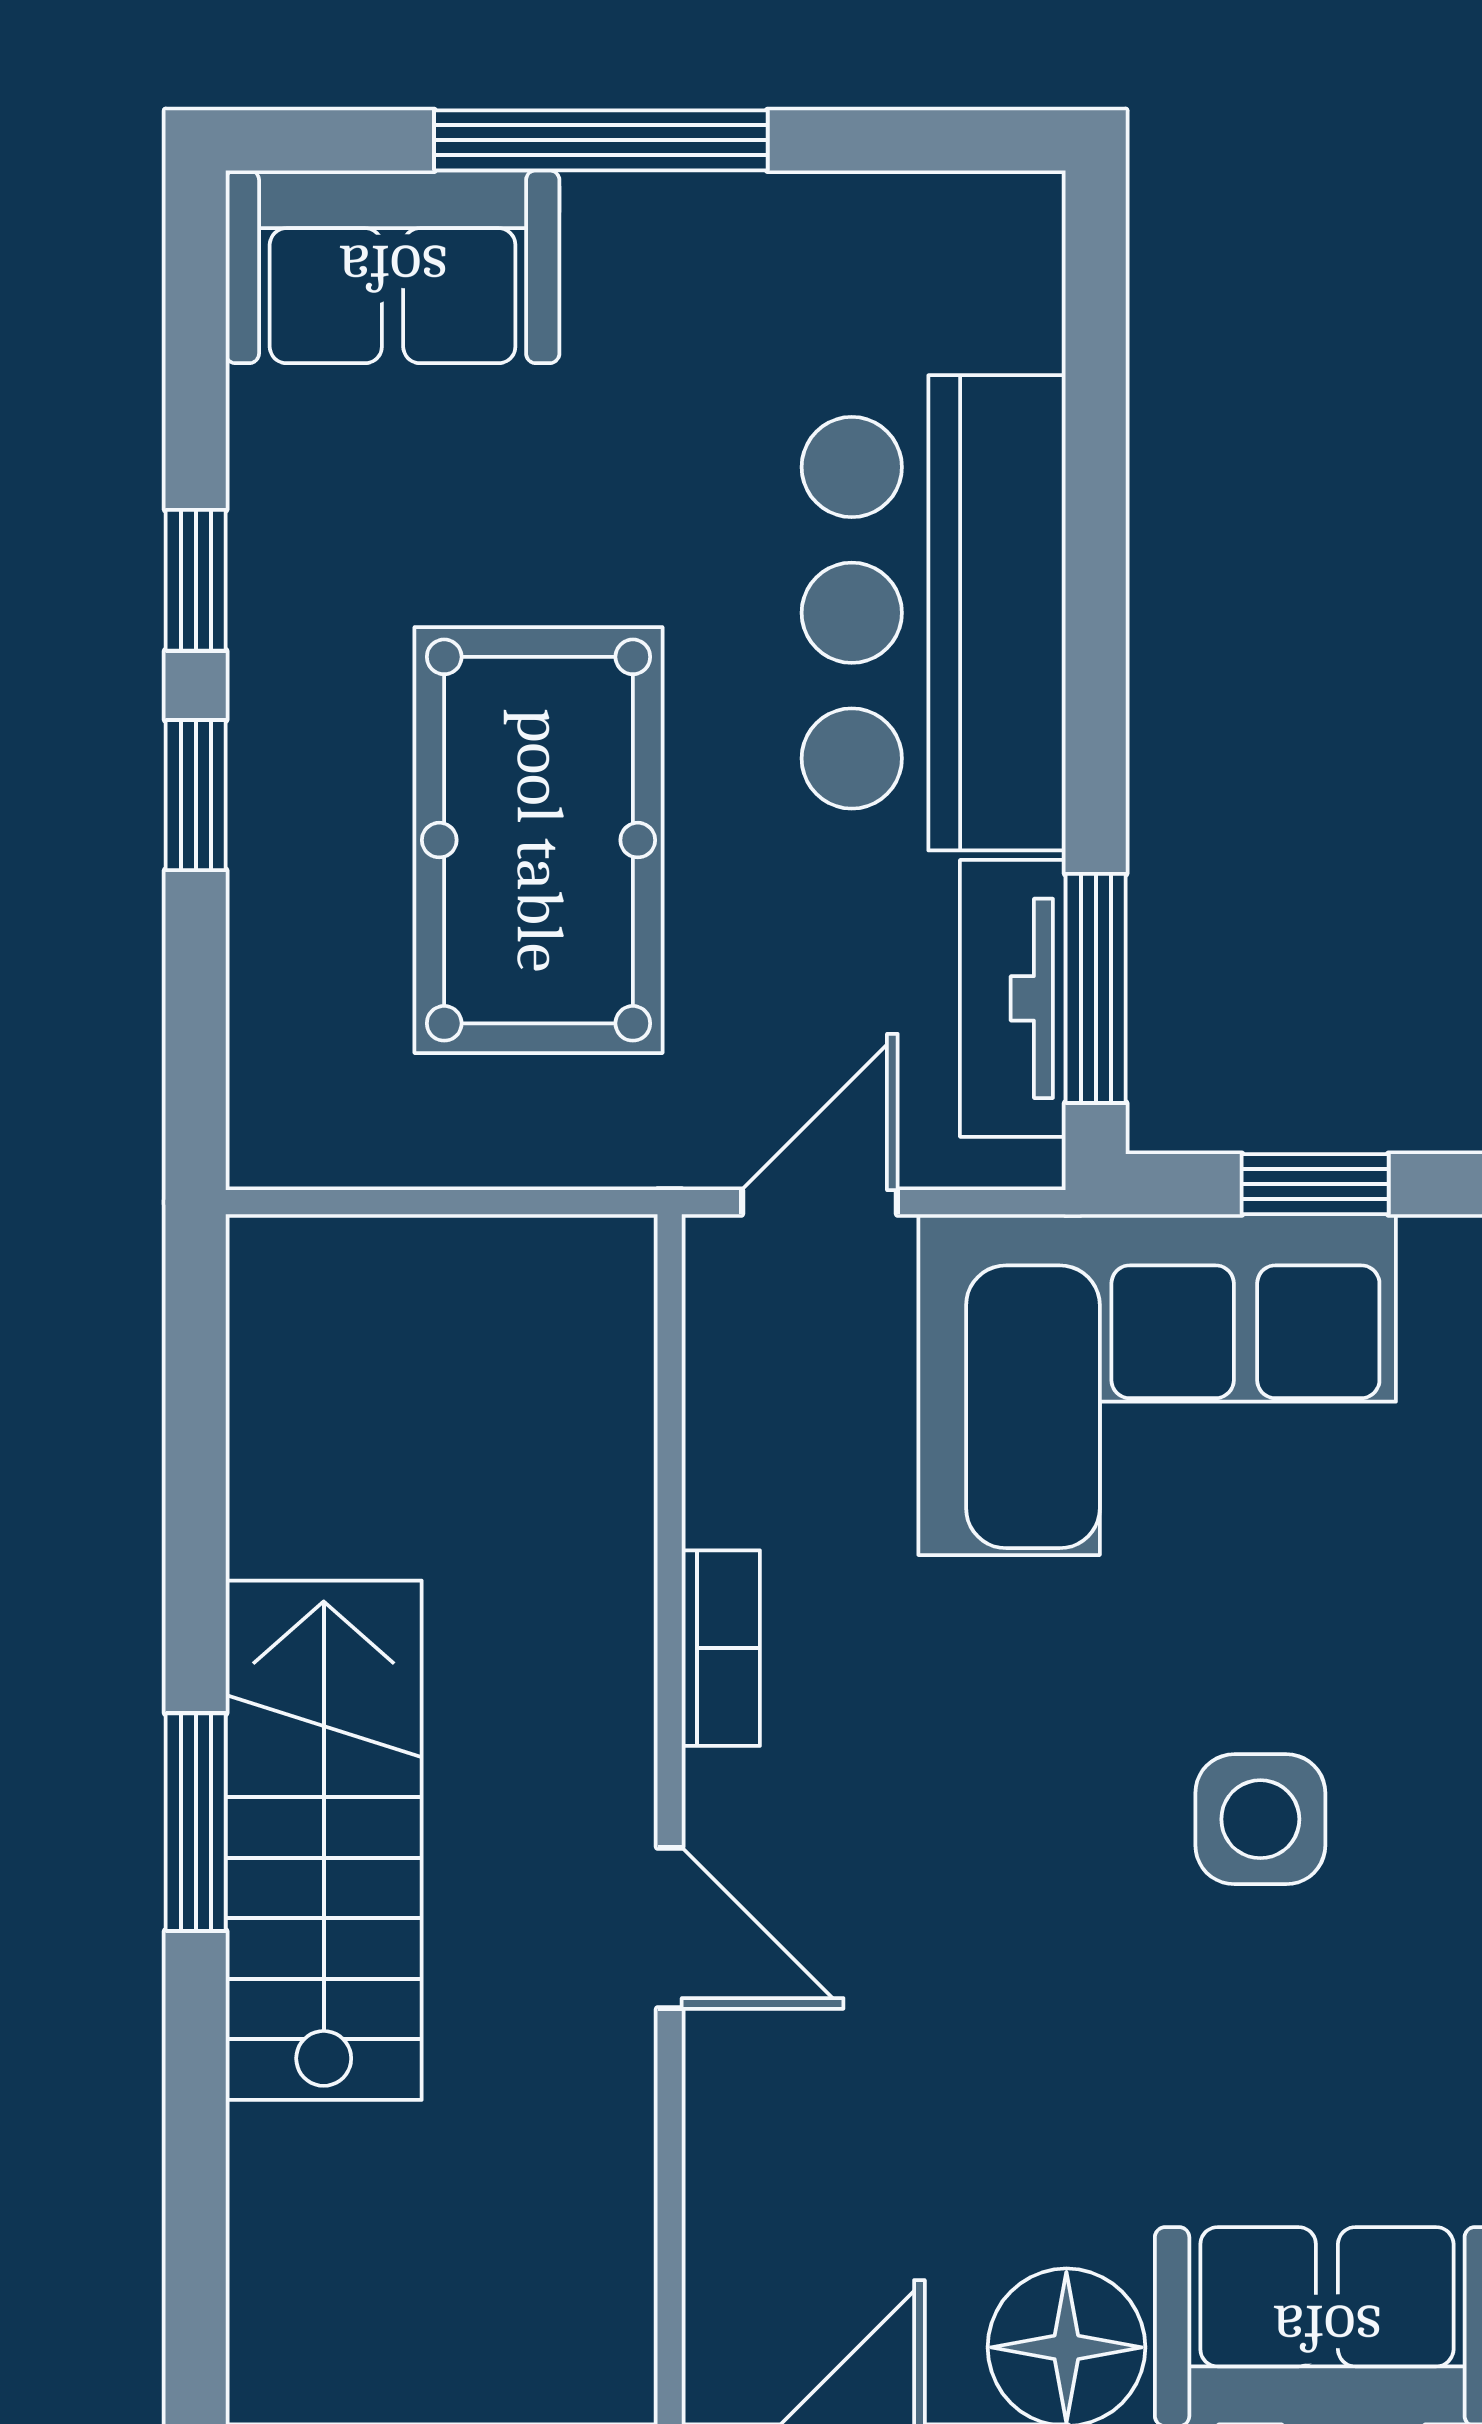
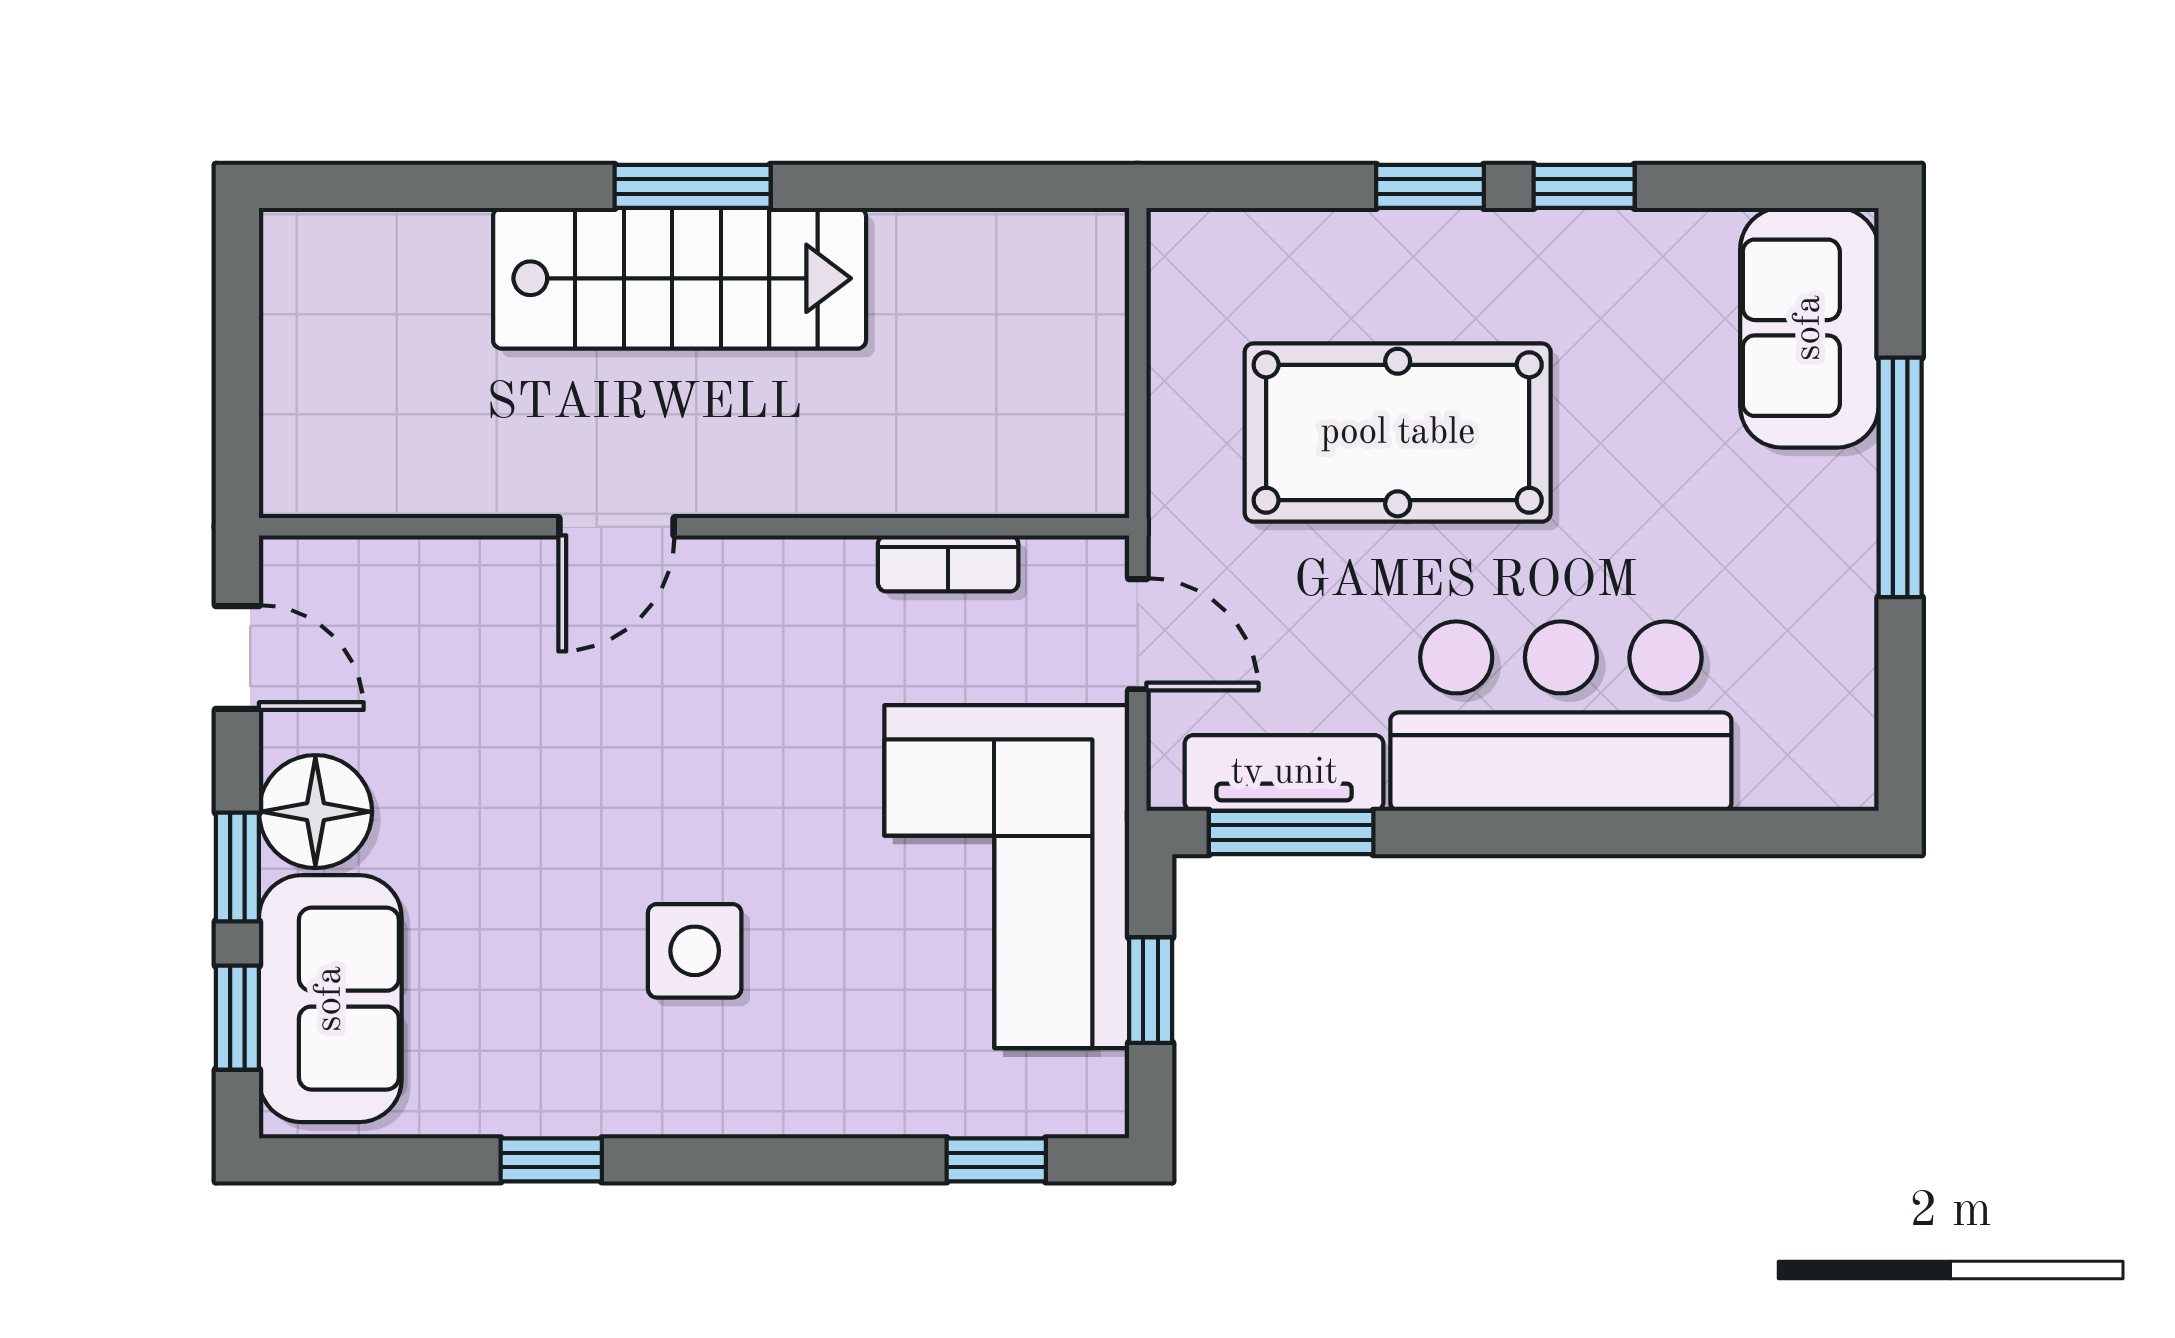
bookcase: (721, 1648) -> (948, 563), moved

